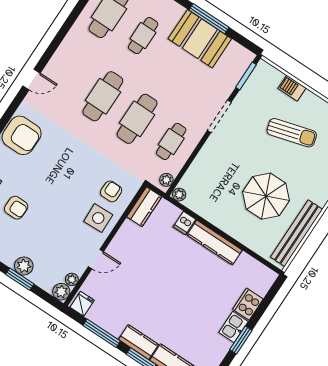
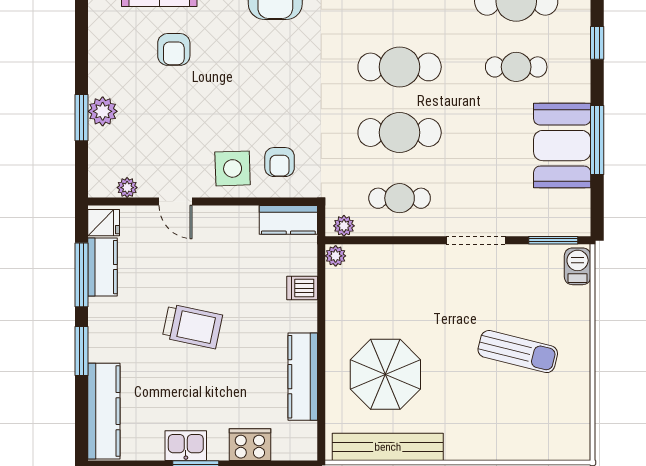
barbecue: (292, 88) -> (578, 266), moved
sun lounger: (292, 133) -> (518, 352), turned -60
armchair: (111, 191) -> (280, 162), turned 90
parasol: (266, 196) -> (385, 374), moved
kitchen counter: (215, 243) -> (303, 377), moved
plant: (61, 292) -> (101, 184), removed
trolley: (166, 293) -> (192, 326), added
kitchen sink: (233, 327) -> (186, 446), moved
kitchen counter: (139, 342) -> (103, 267), moved

